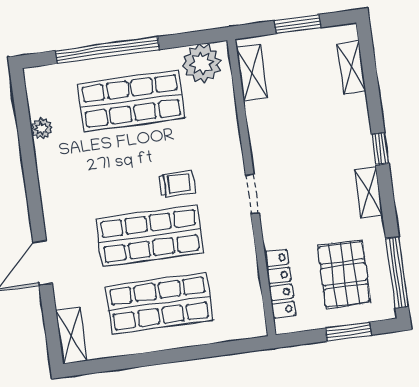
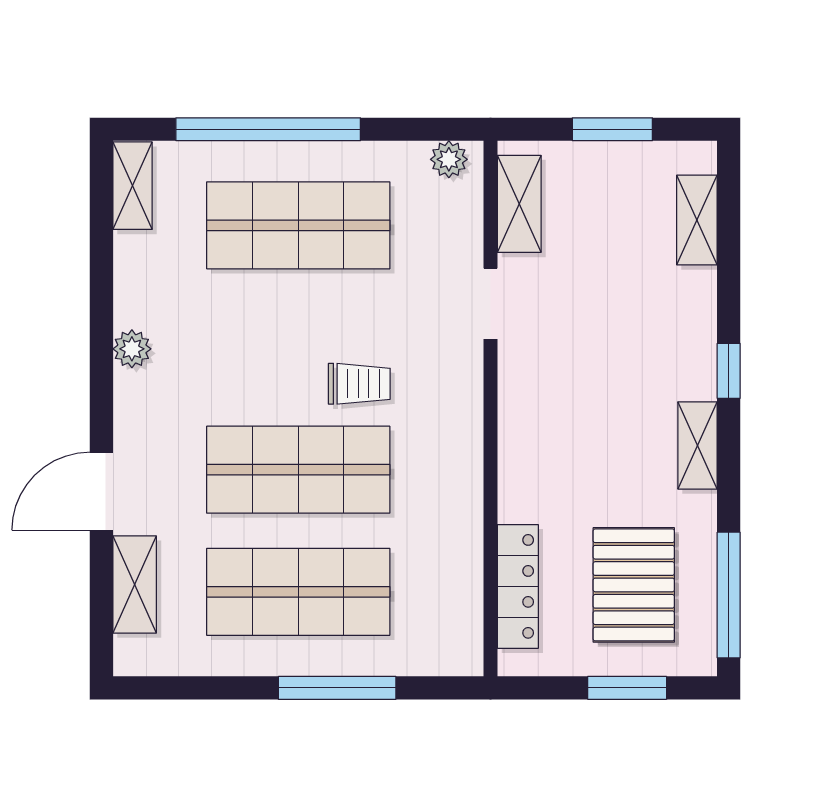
plant: (202, 63) -> (449, 159), width x0.53, depth x0.53
shelving: (37, 92) -> (132, 186), added
plant: (41, 128) -> (132, 349), moved
doorway: (252, 194) -> (491, 304), moved
shelving: (71, 336) -> (135, 585), moved
window: (188, 354) -> (337, 688), added

